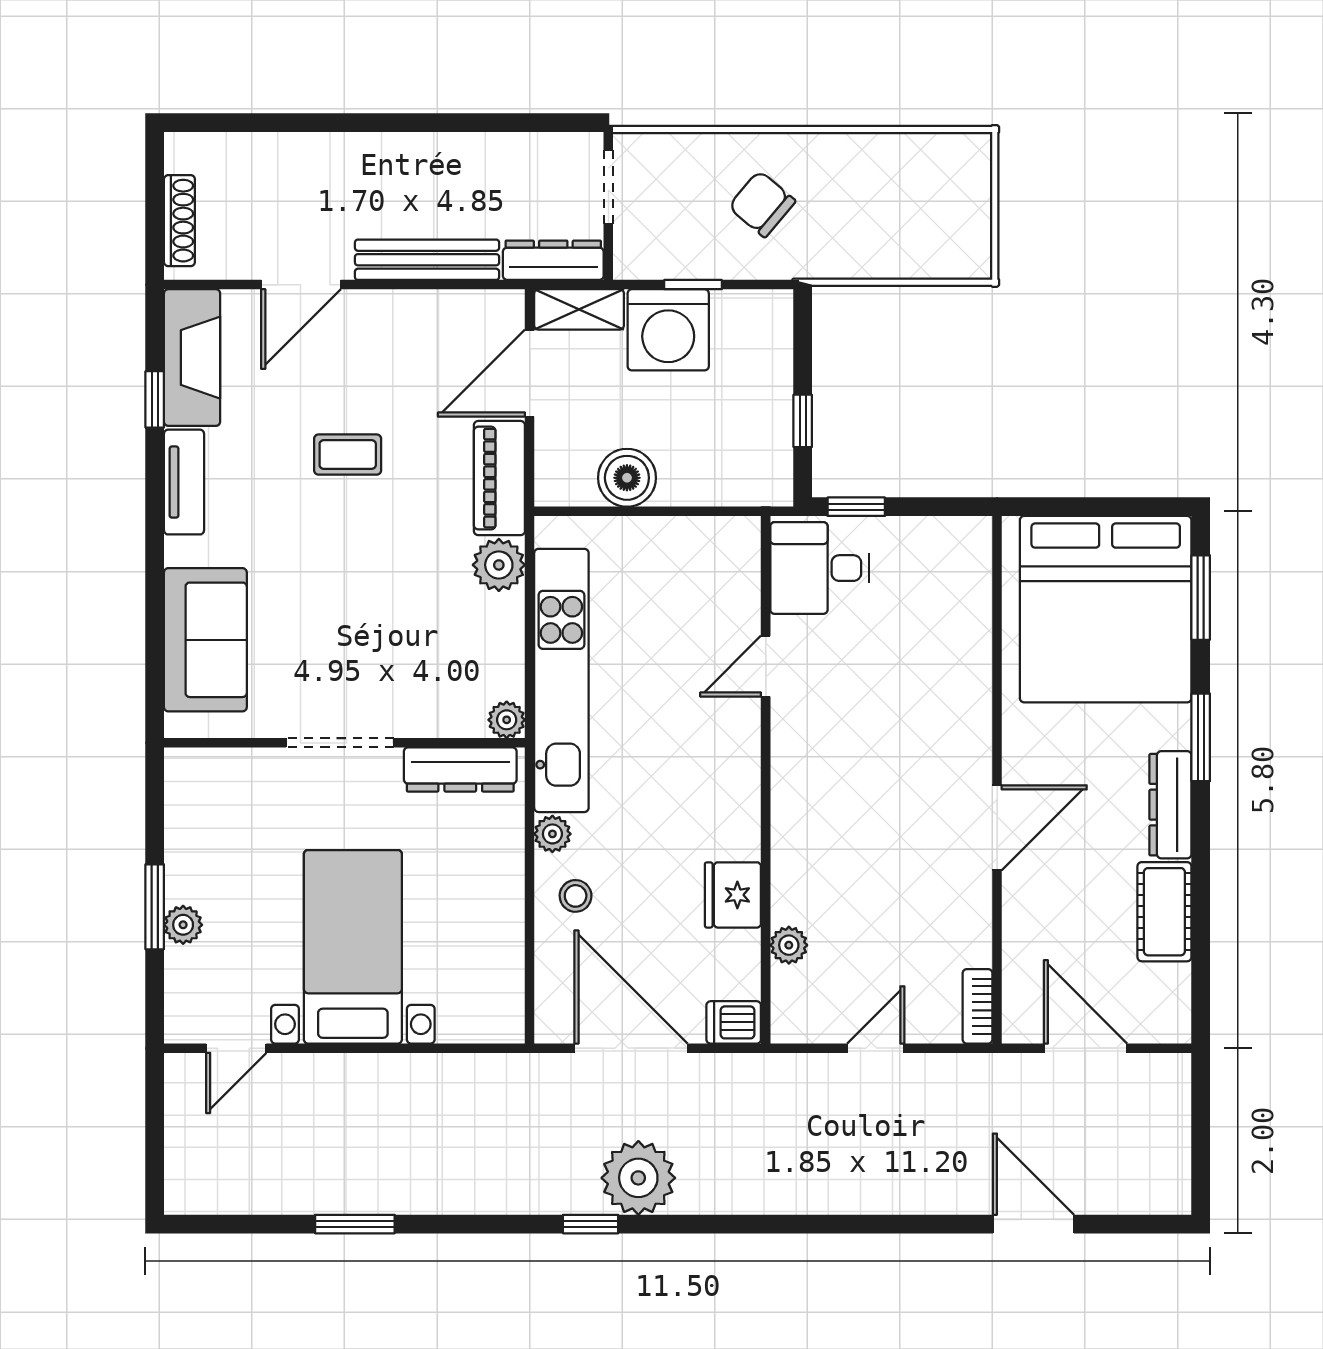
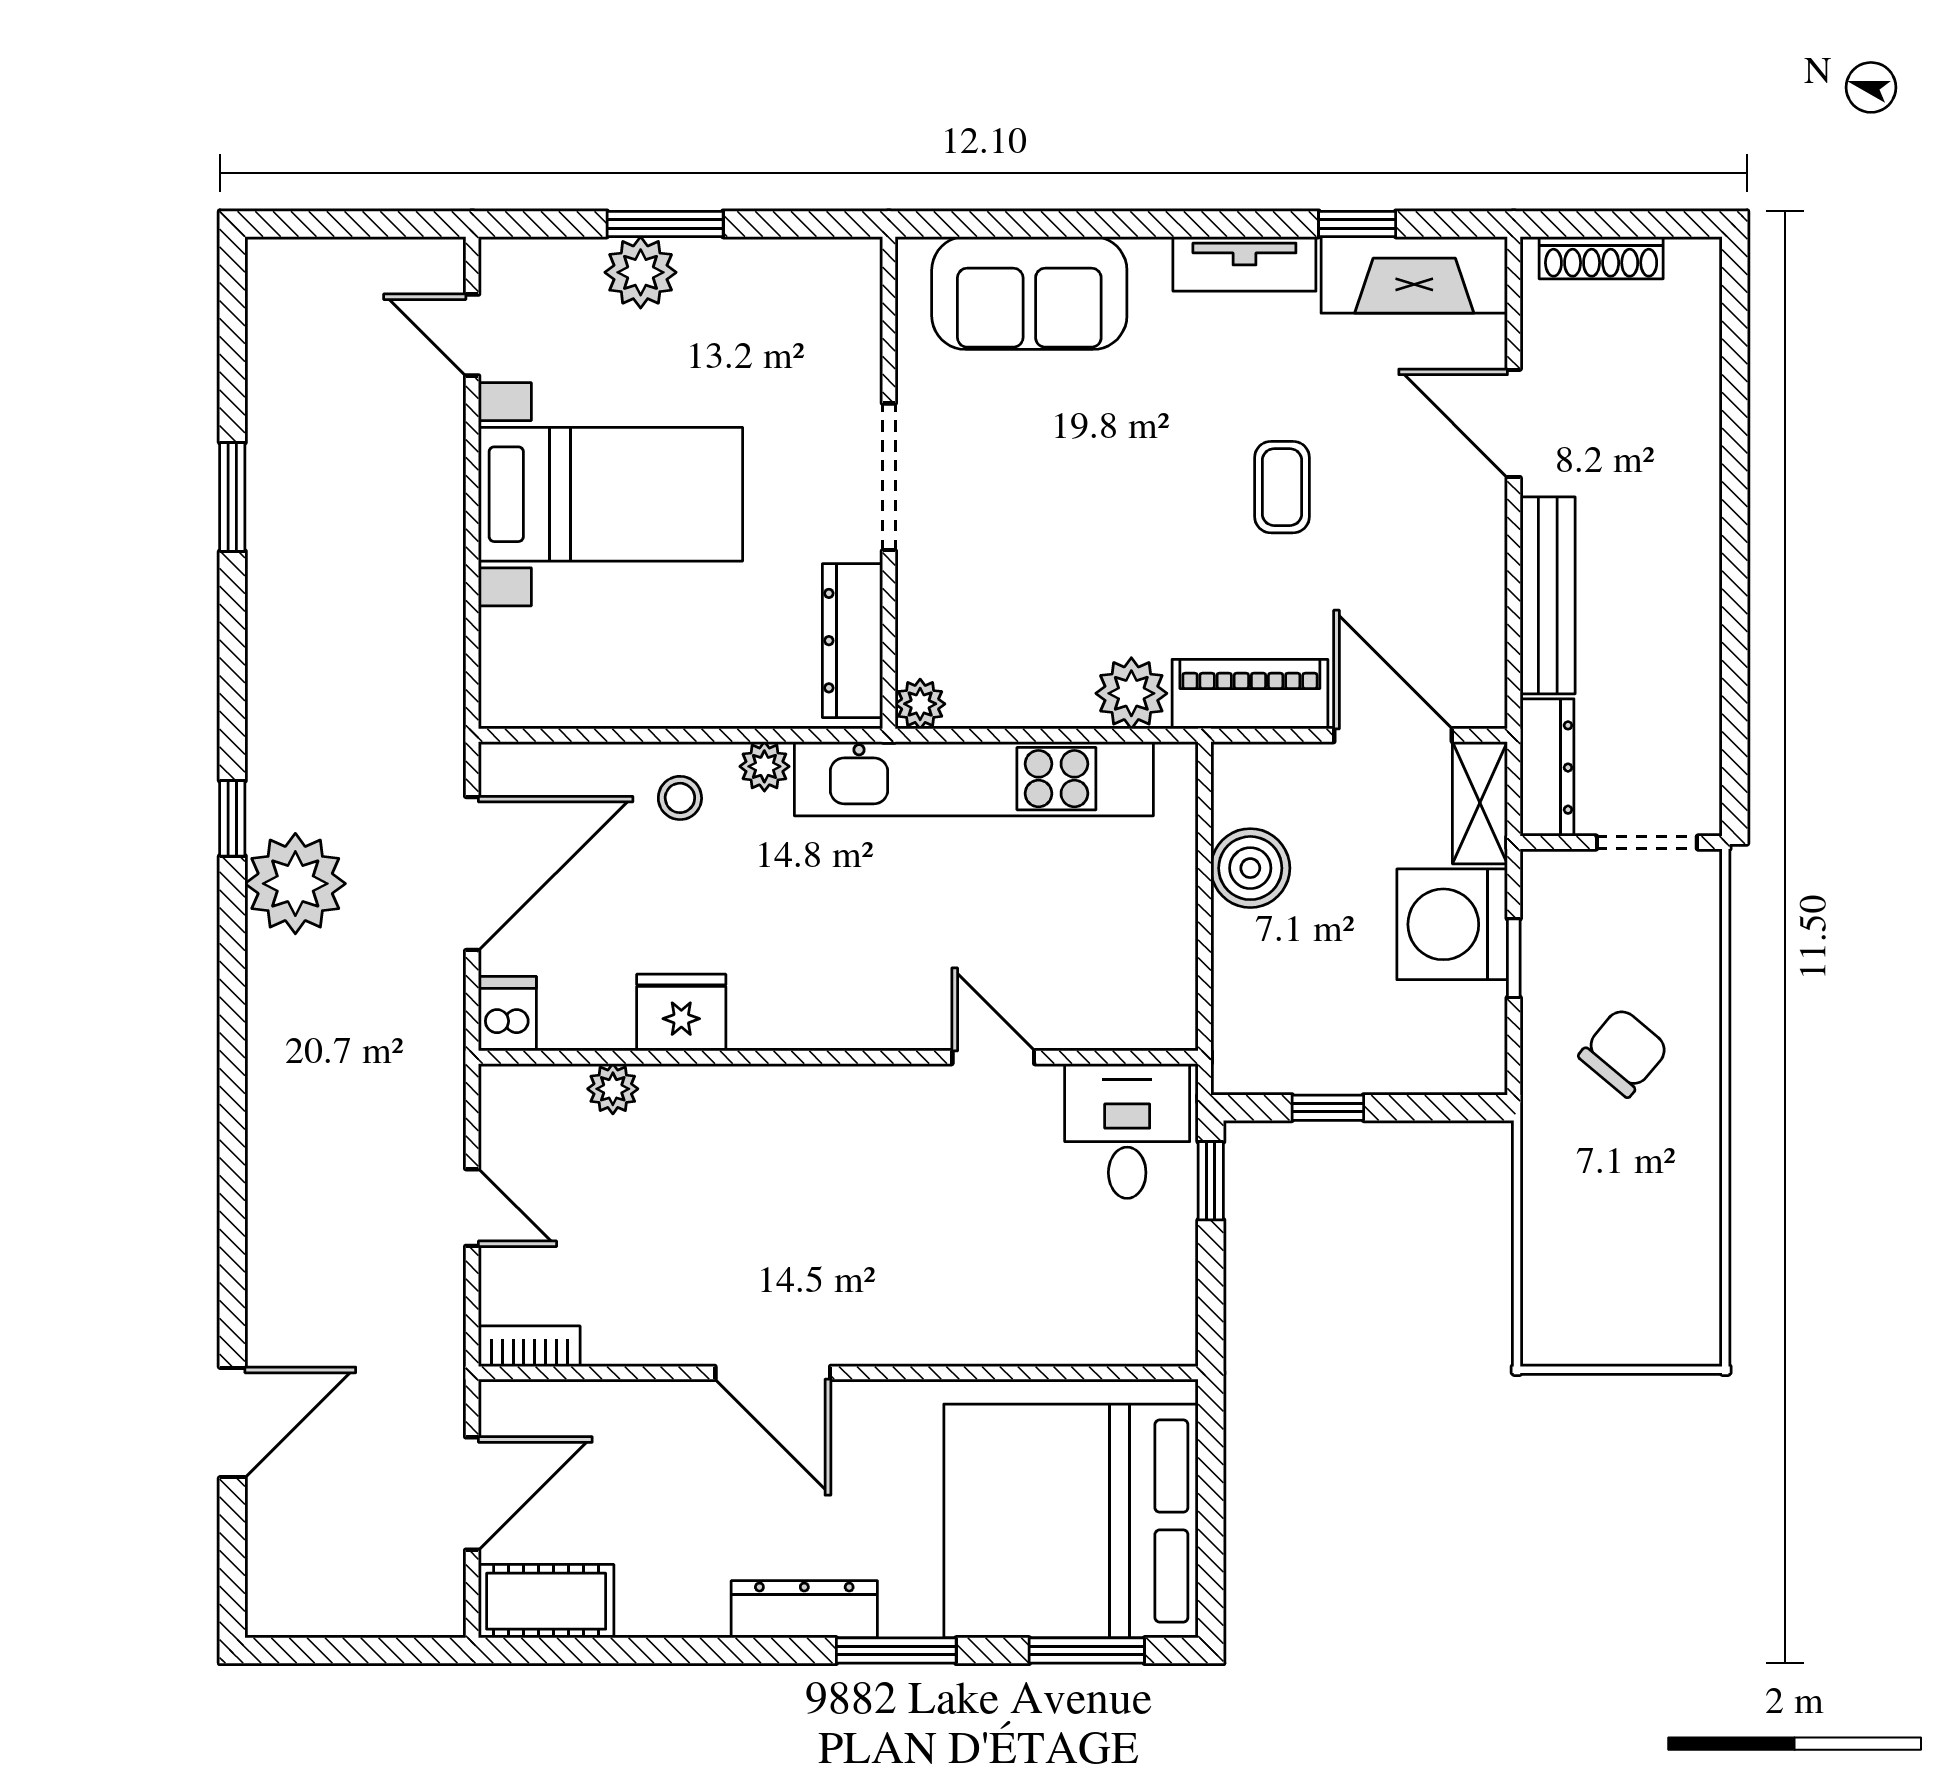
cot: (1164, 912) -> (546, 1601), moved
plant: (183, 925) -> (641, 272), width x1.38, depth x1.38

